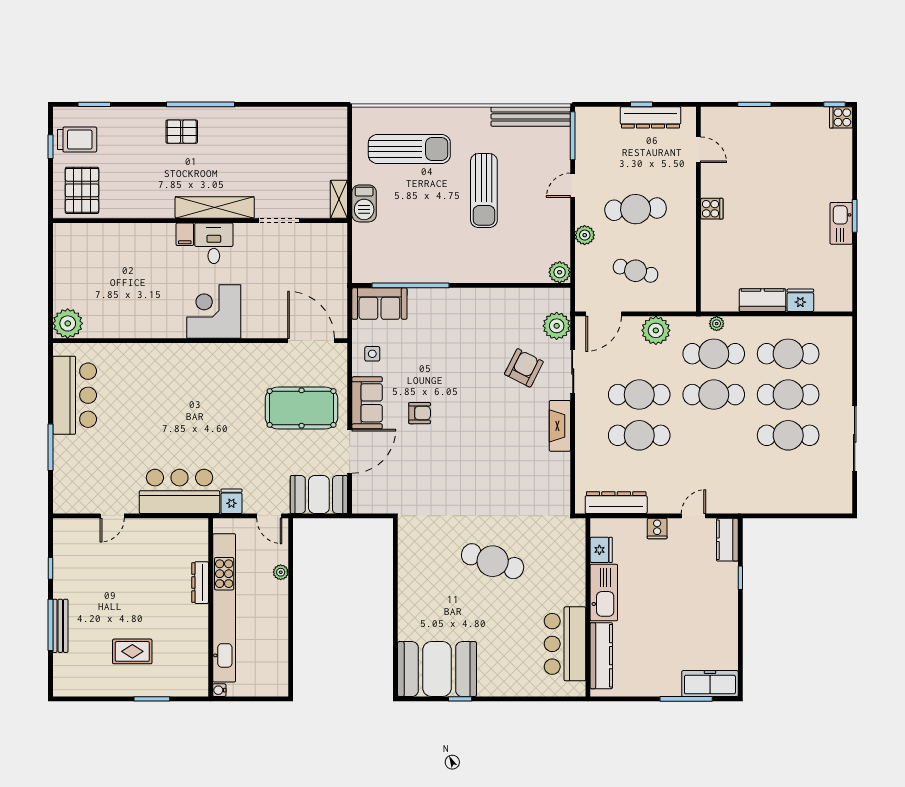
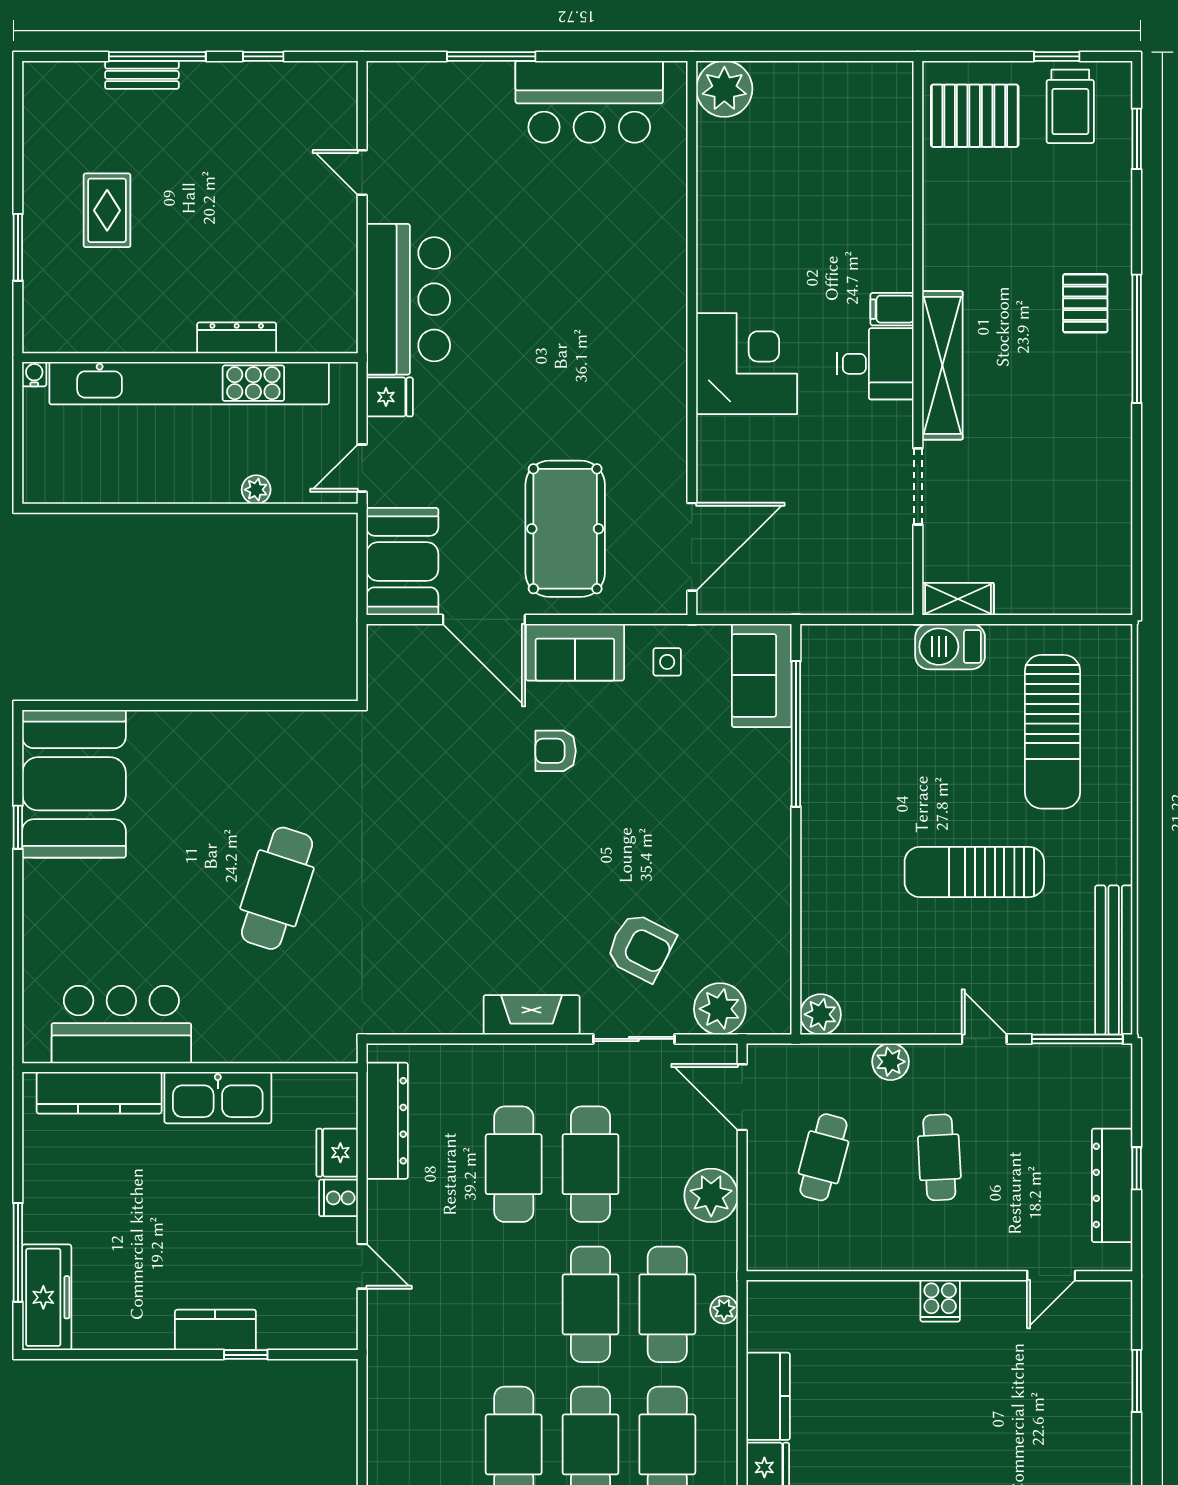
cafe table: (636, 209) -> (939, 1157), width x0.73, depth x0.74
armchair: (420, 413) -> (556, 751), turned 90
kitchen counter: (727, 540) -> (215, 1330), moved
fridge: (601, 550) -> (337, 1153), moved, turned 90
bench: (60, 626) -> (142, 75), width x0.73

